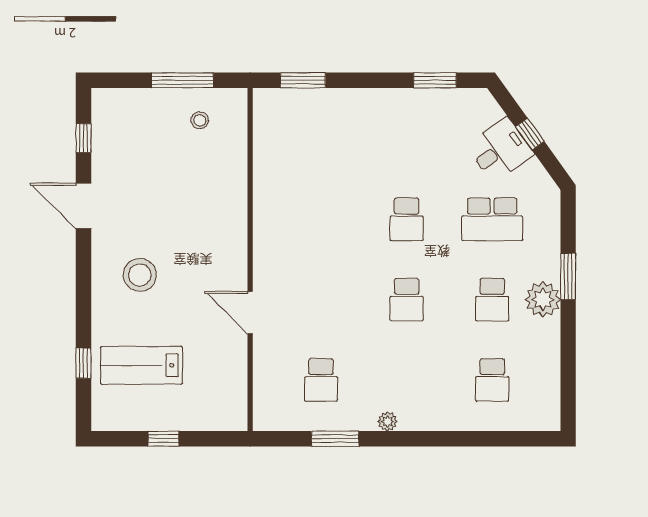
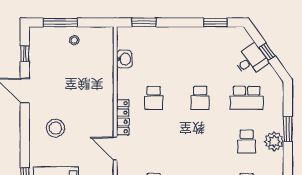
window: (182, 80) -> (60, 22), moved
stool: (200, 120) -> (74, 40), moved
washbasin: (267, 148) -> (124, 59), added
locker: (264, 255) -> (123, 117), added
school desk: (407, 300) -> (154, 98), moved

